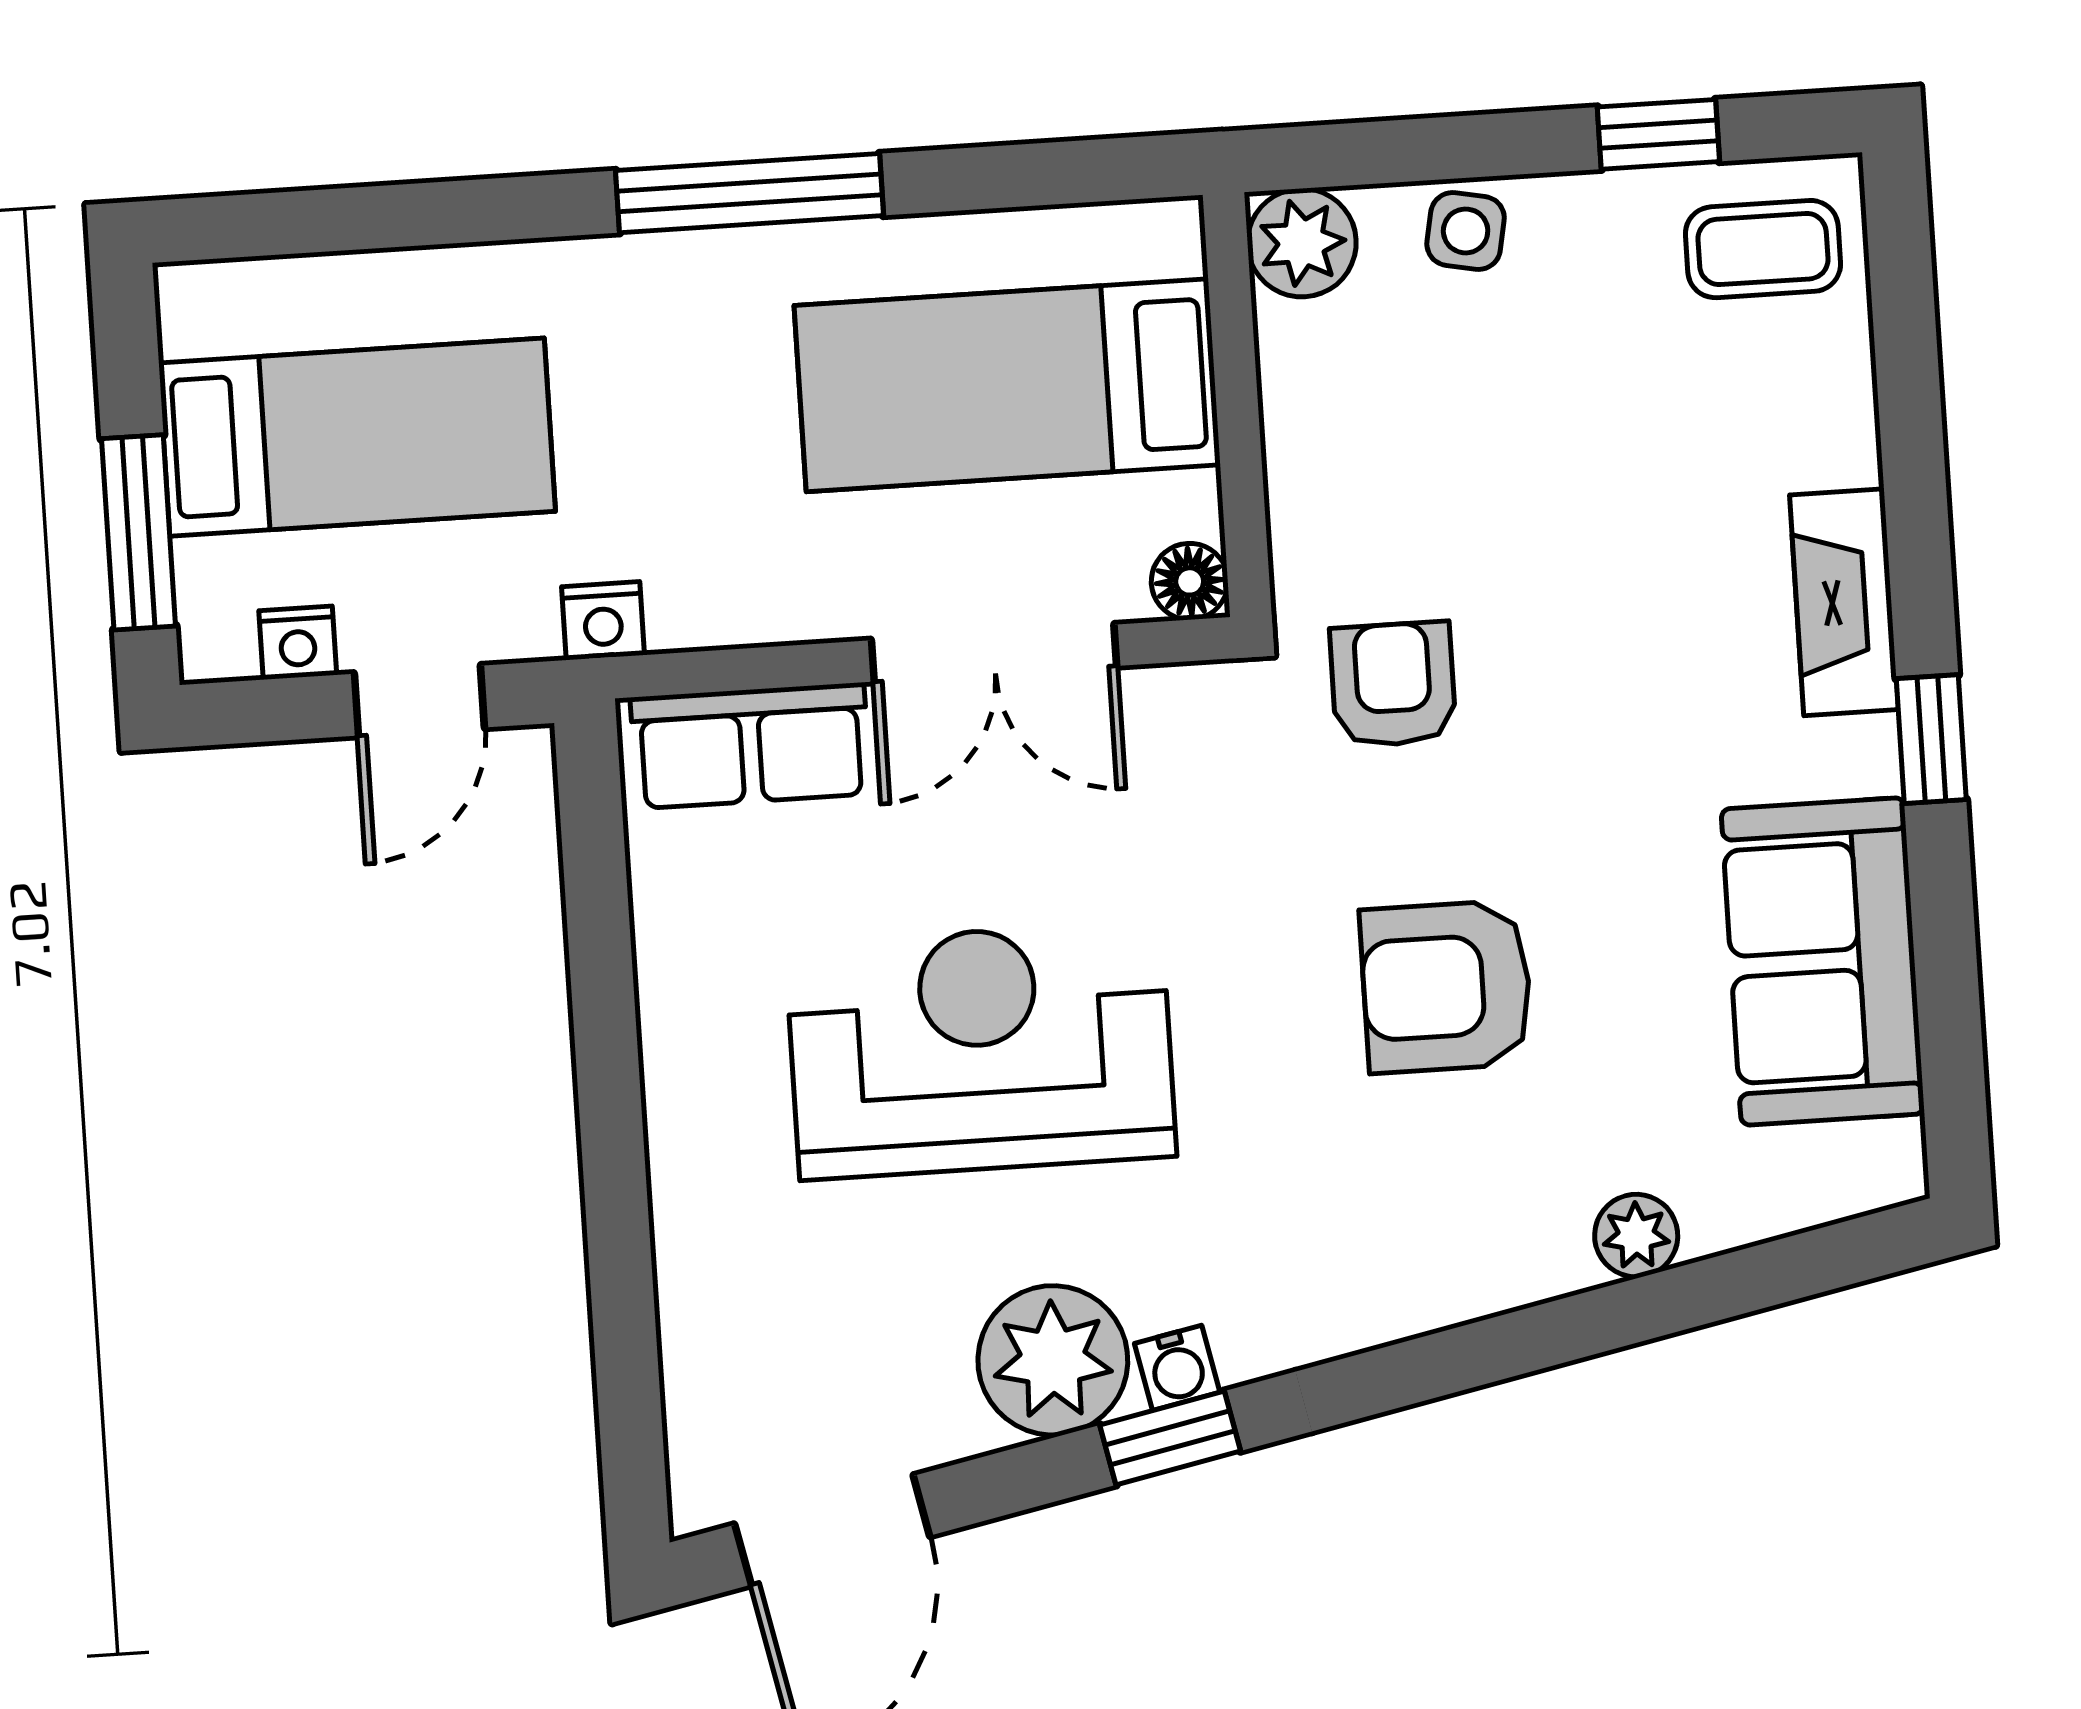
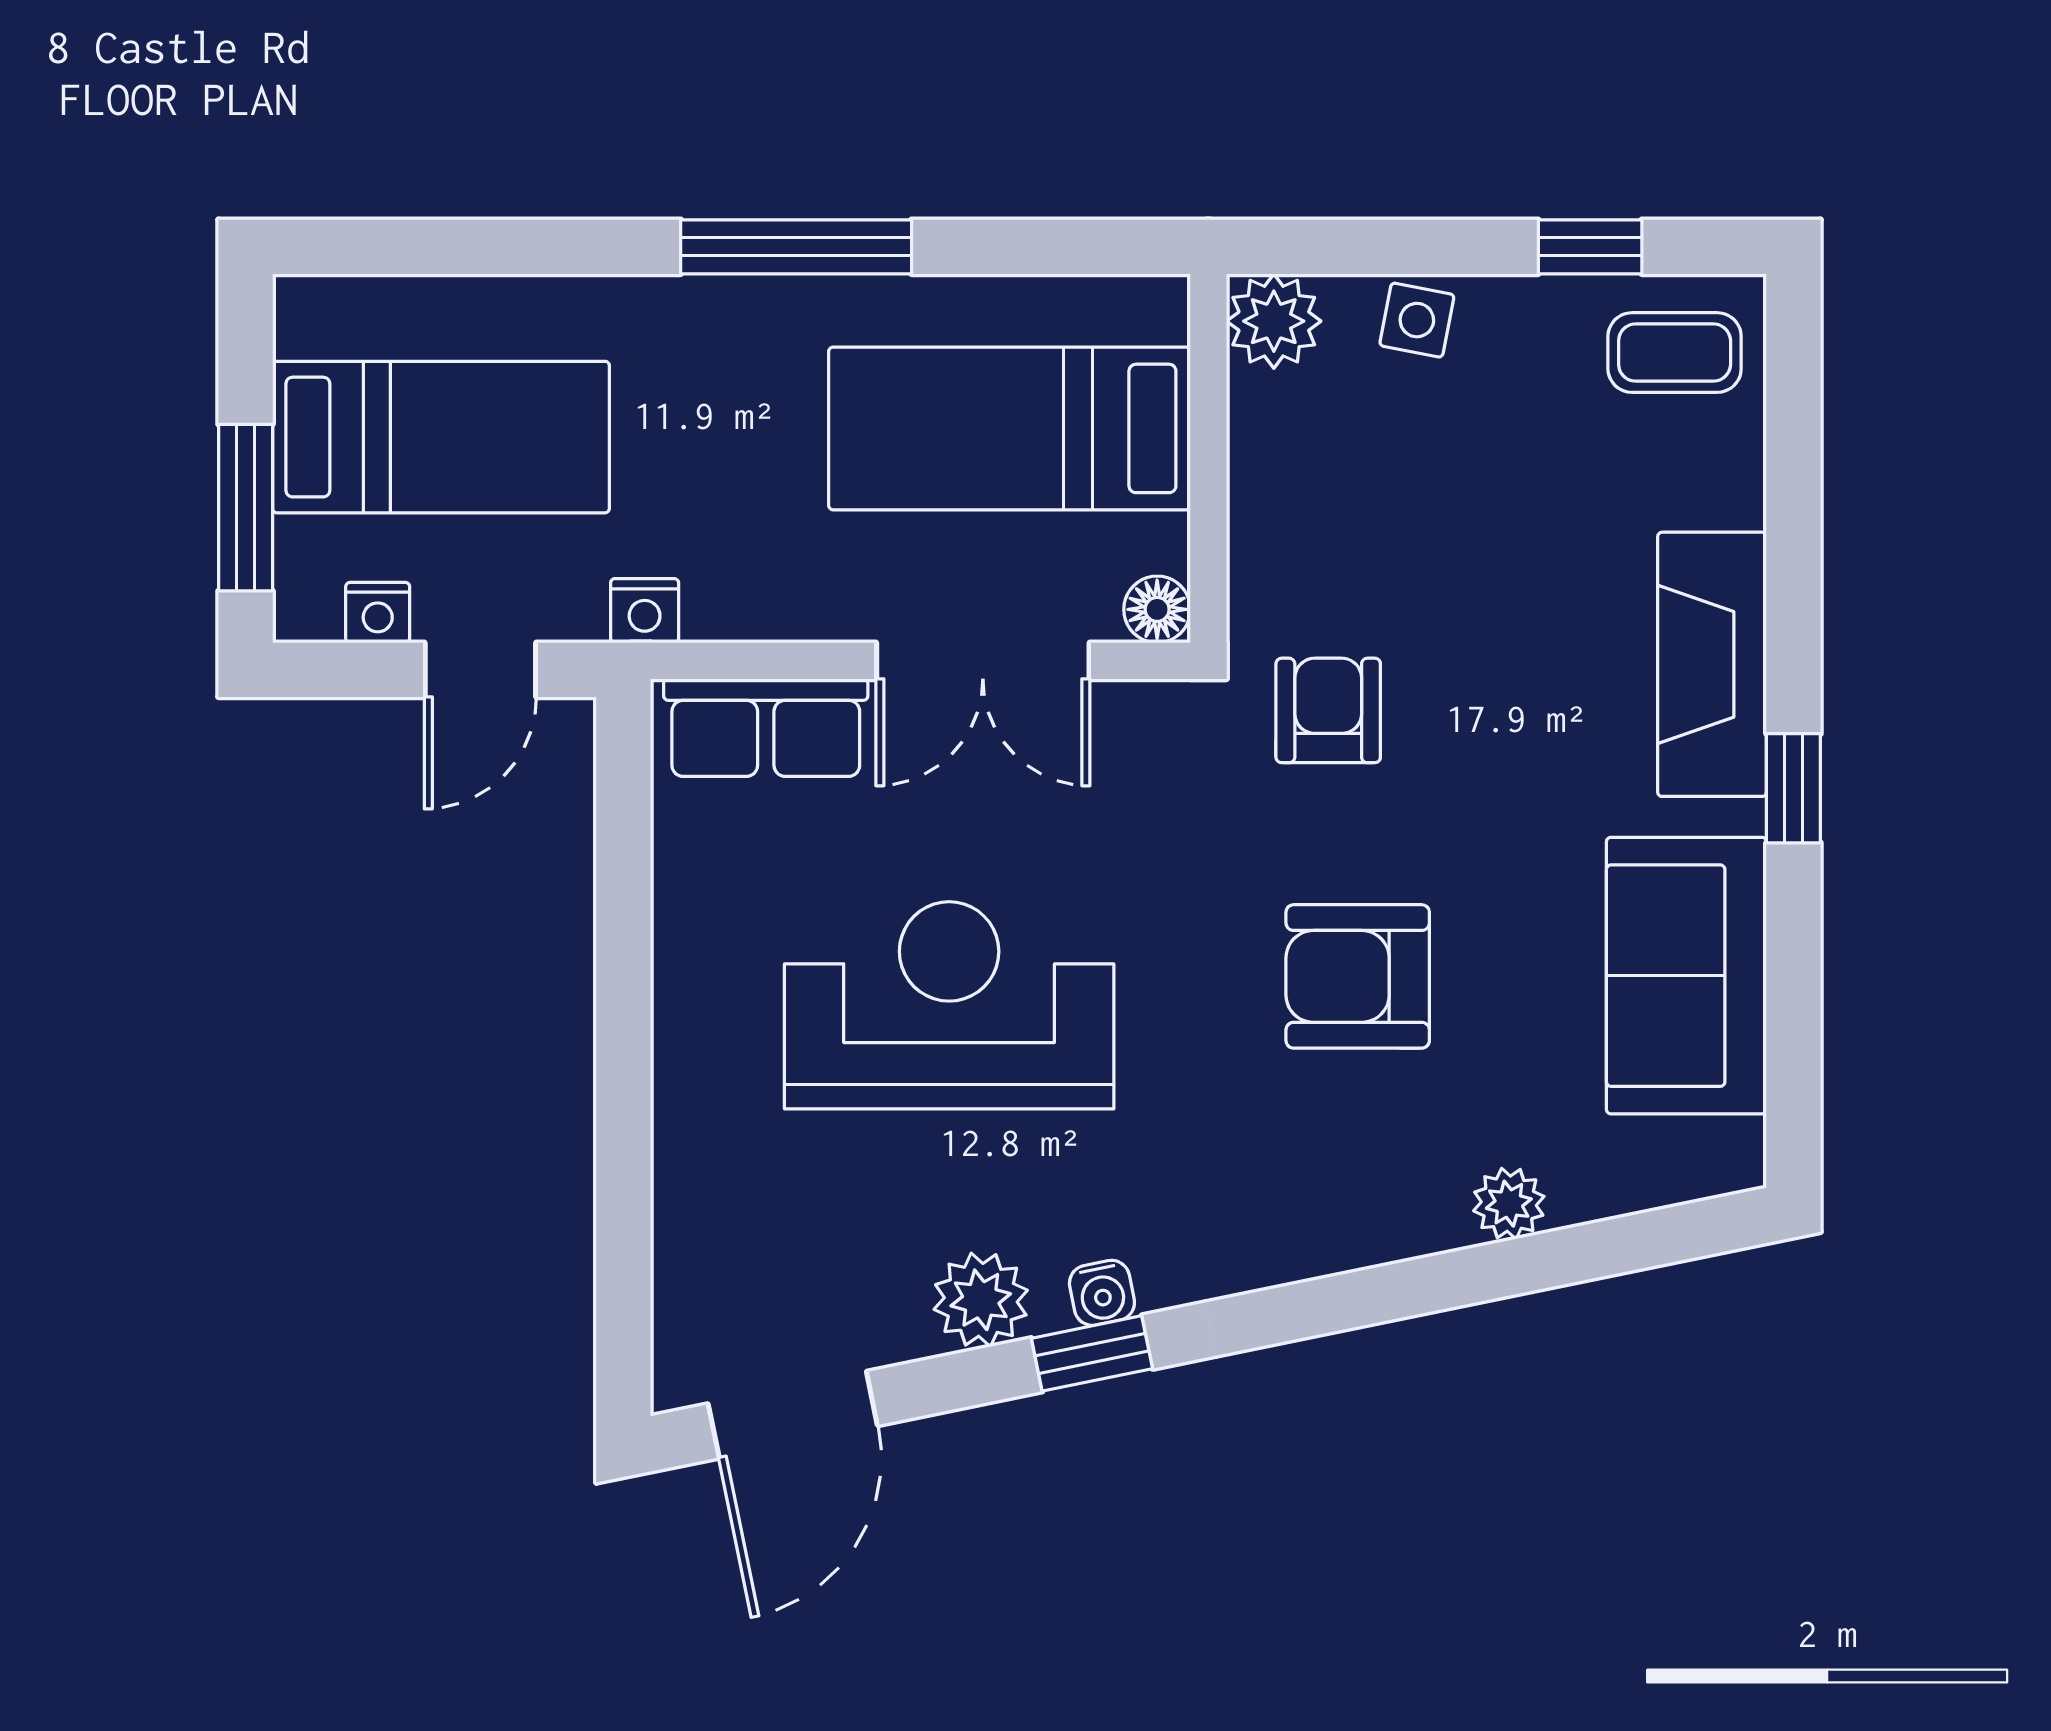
fireplace: (1844, 602) -> (1712, 664), width x1.37, depth x1.32
plant: (1053, 1360) -> (981, 1300), width x0.73, depth x0.73

